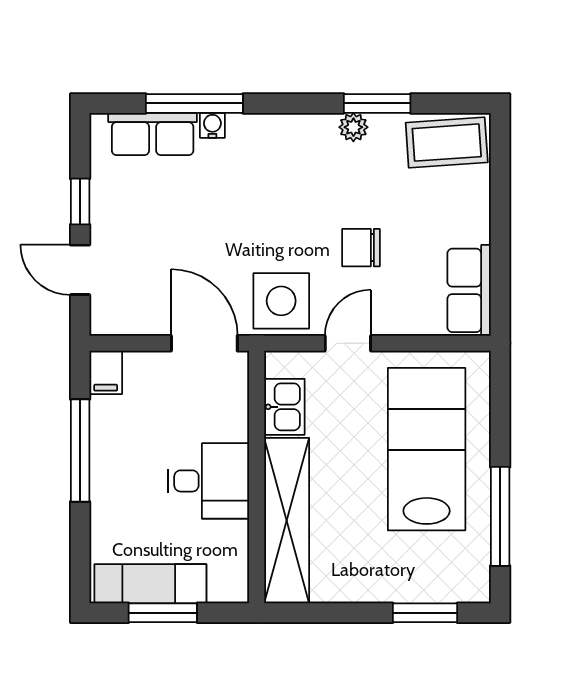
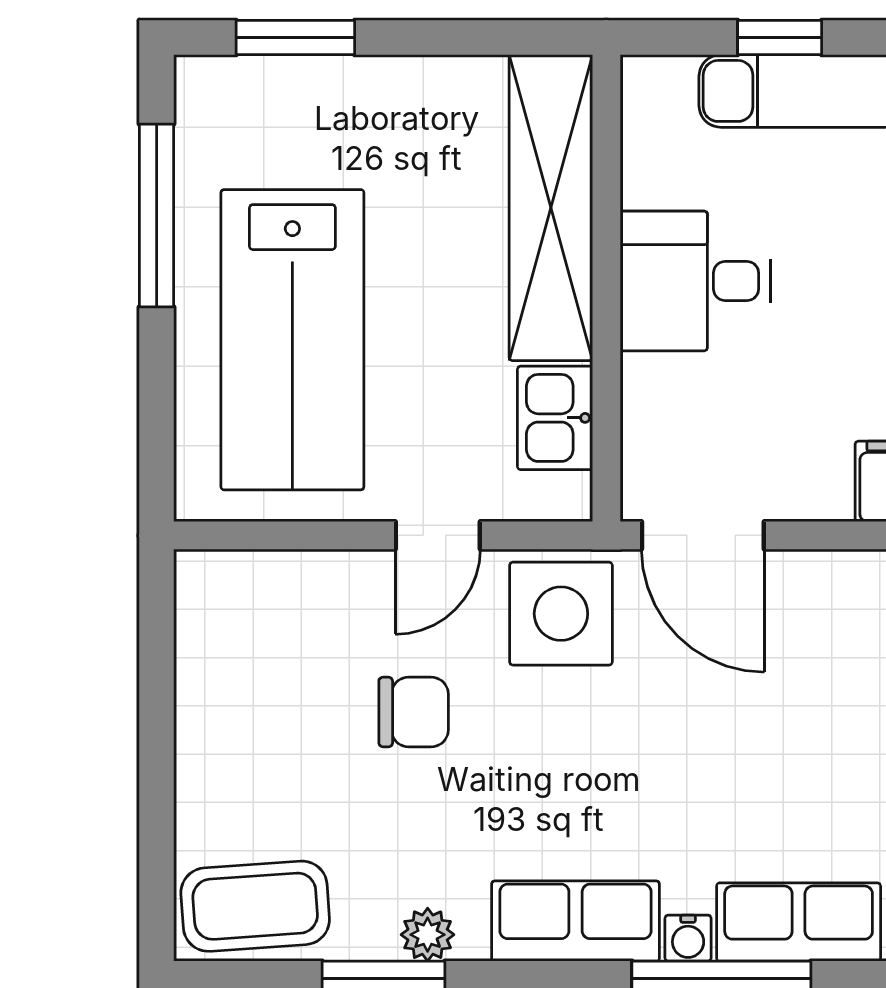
row of seats: (469, 290) -> (576, 921), moved, turned -90
window: (163, 613) -> (780, 37), width x0.67

